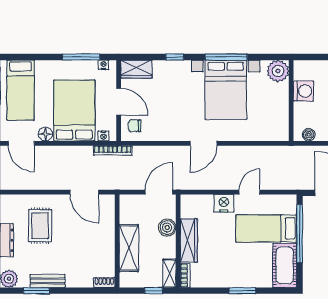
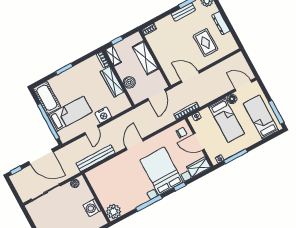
bed with nightstands: (226, 90) -> (162, 171), moved
bed: (74, 110) -> (226, 120), width x0.67
bench: (264, 153) -> (96, 158), added
door: (159, 192) -> (157, 95), moved

